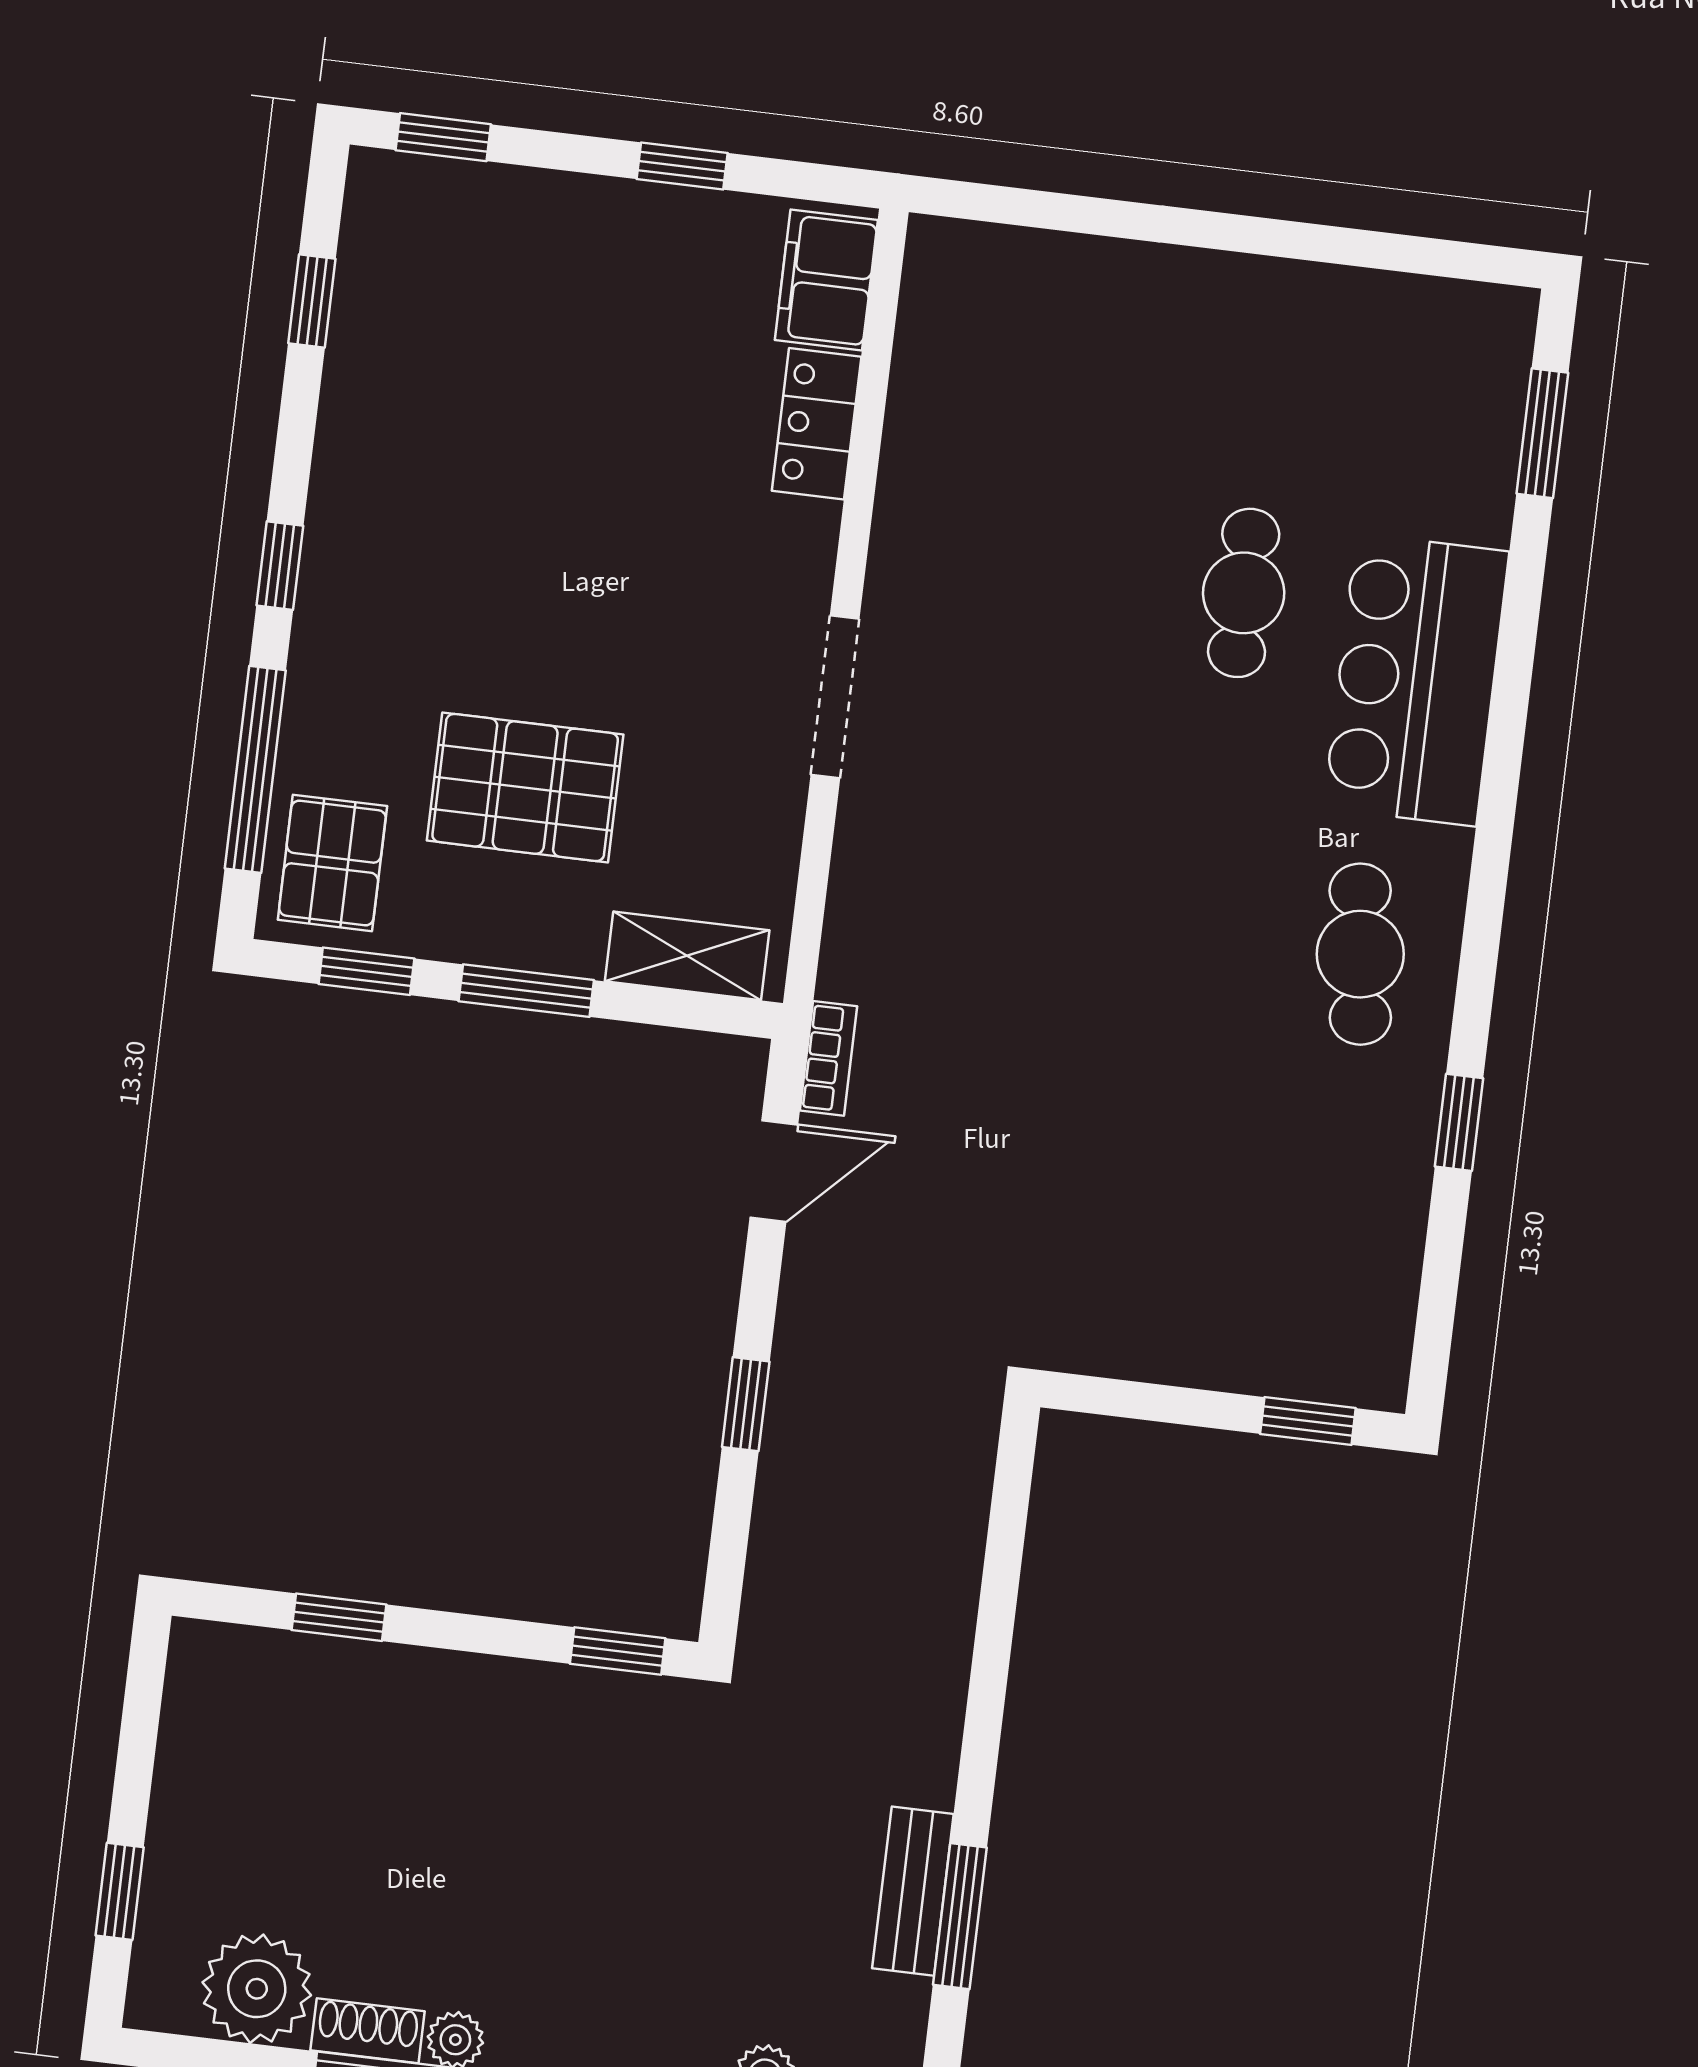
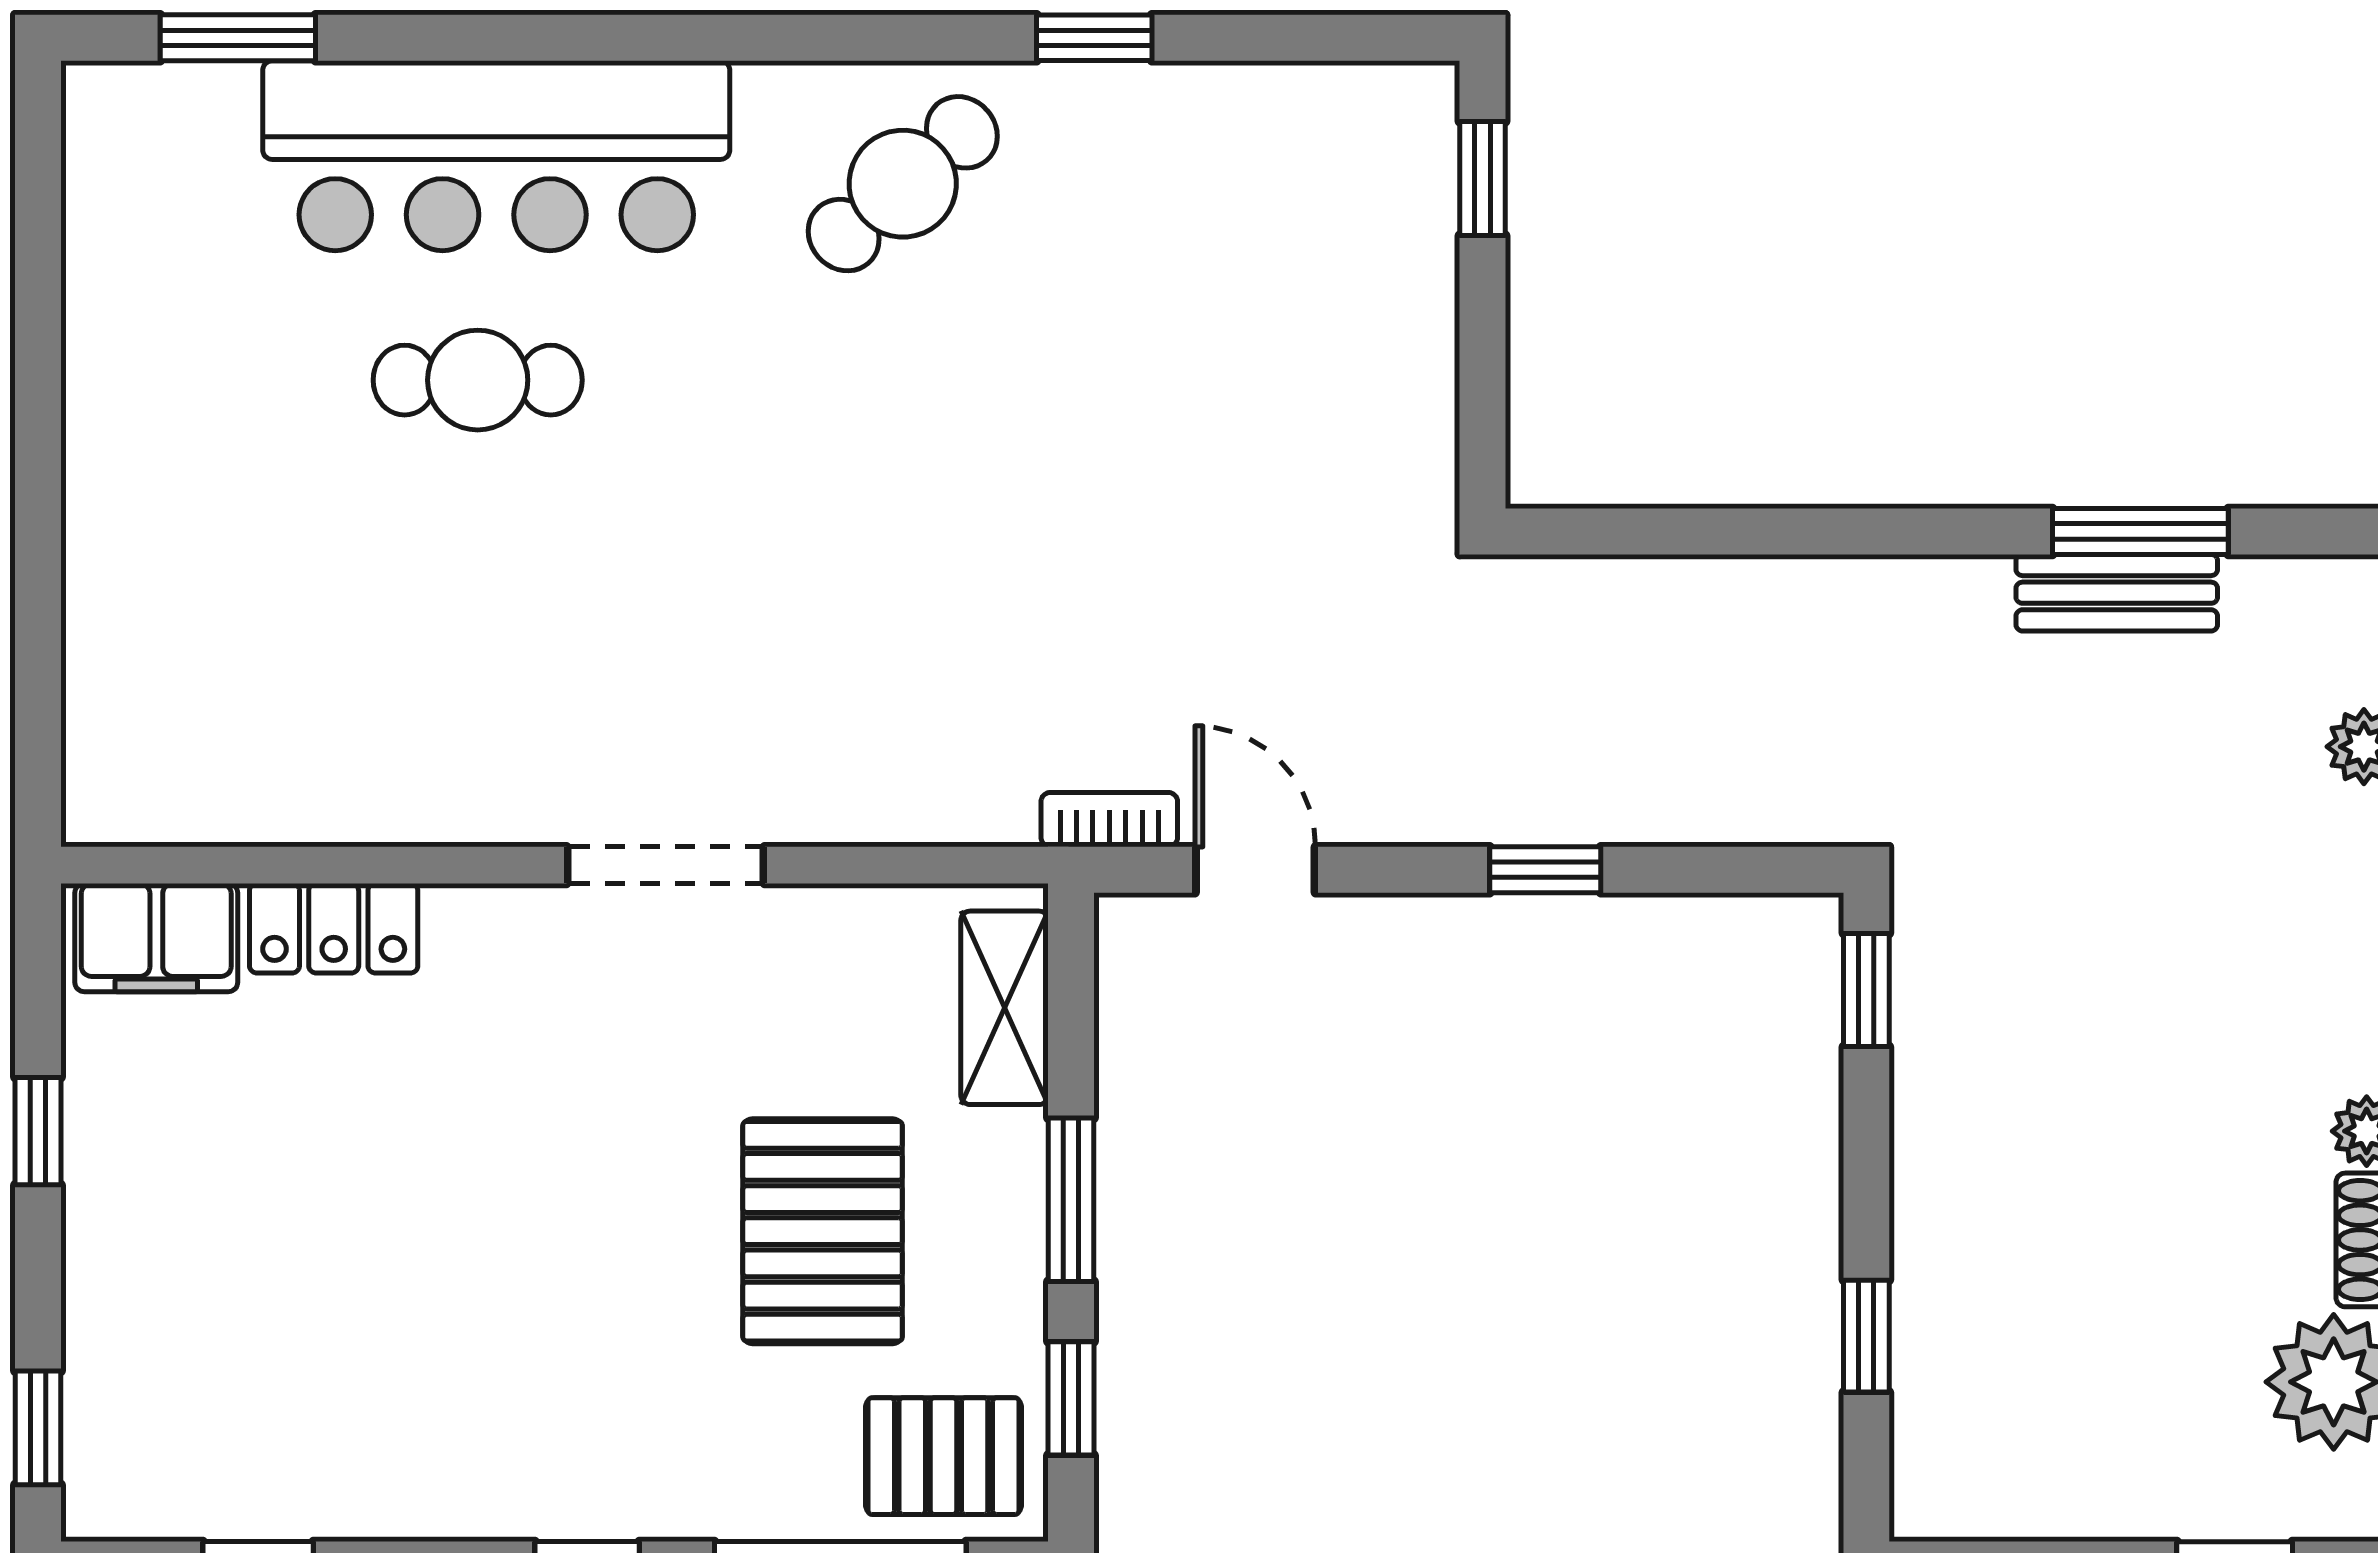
bar counter: (1416, 680) -> (496, 156), width x1.36
cafe table: (1360, 954) -> (903, 184), turned -34

